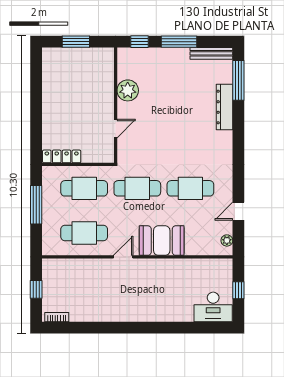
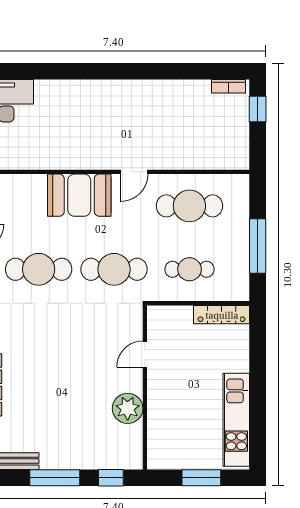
kitchen unit: (51, 82) -> (236, 420), added
cafe table: (84, 188) -> (189, 269), width x0.73, depth x0.74
window: (36, 289) -> (258, 109), moved

